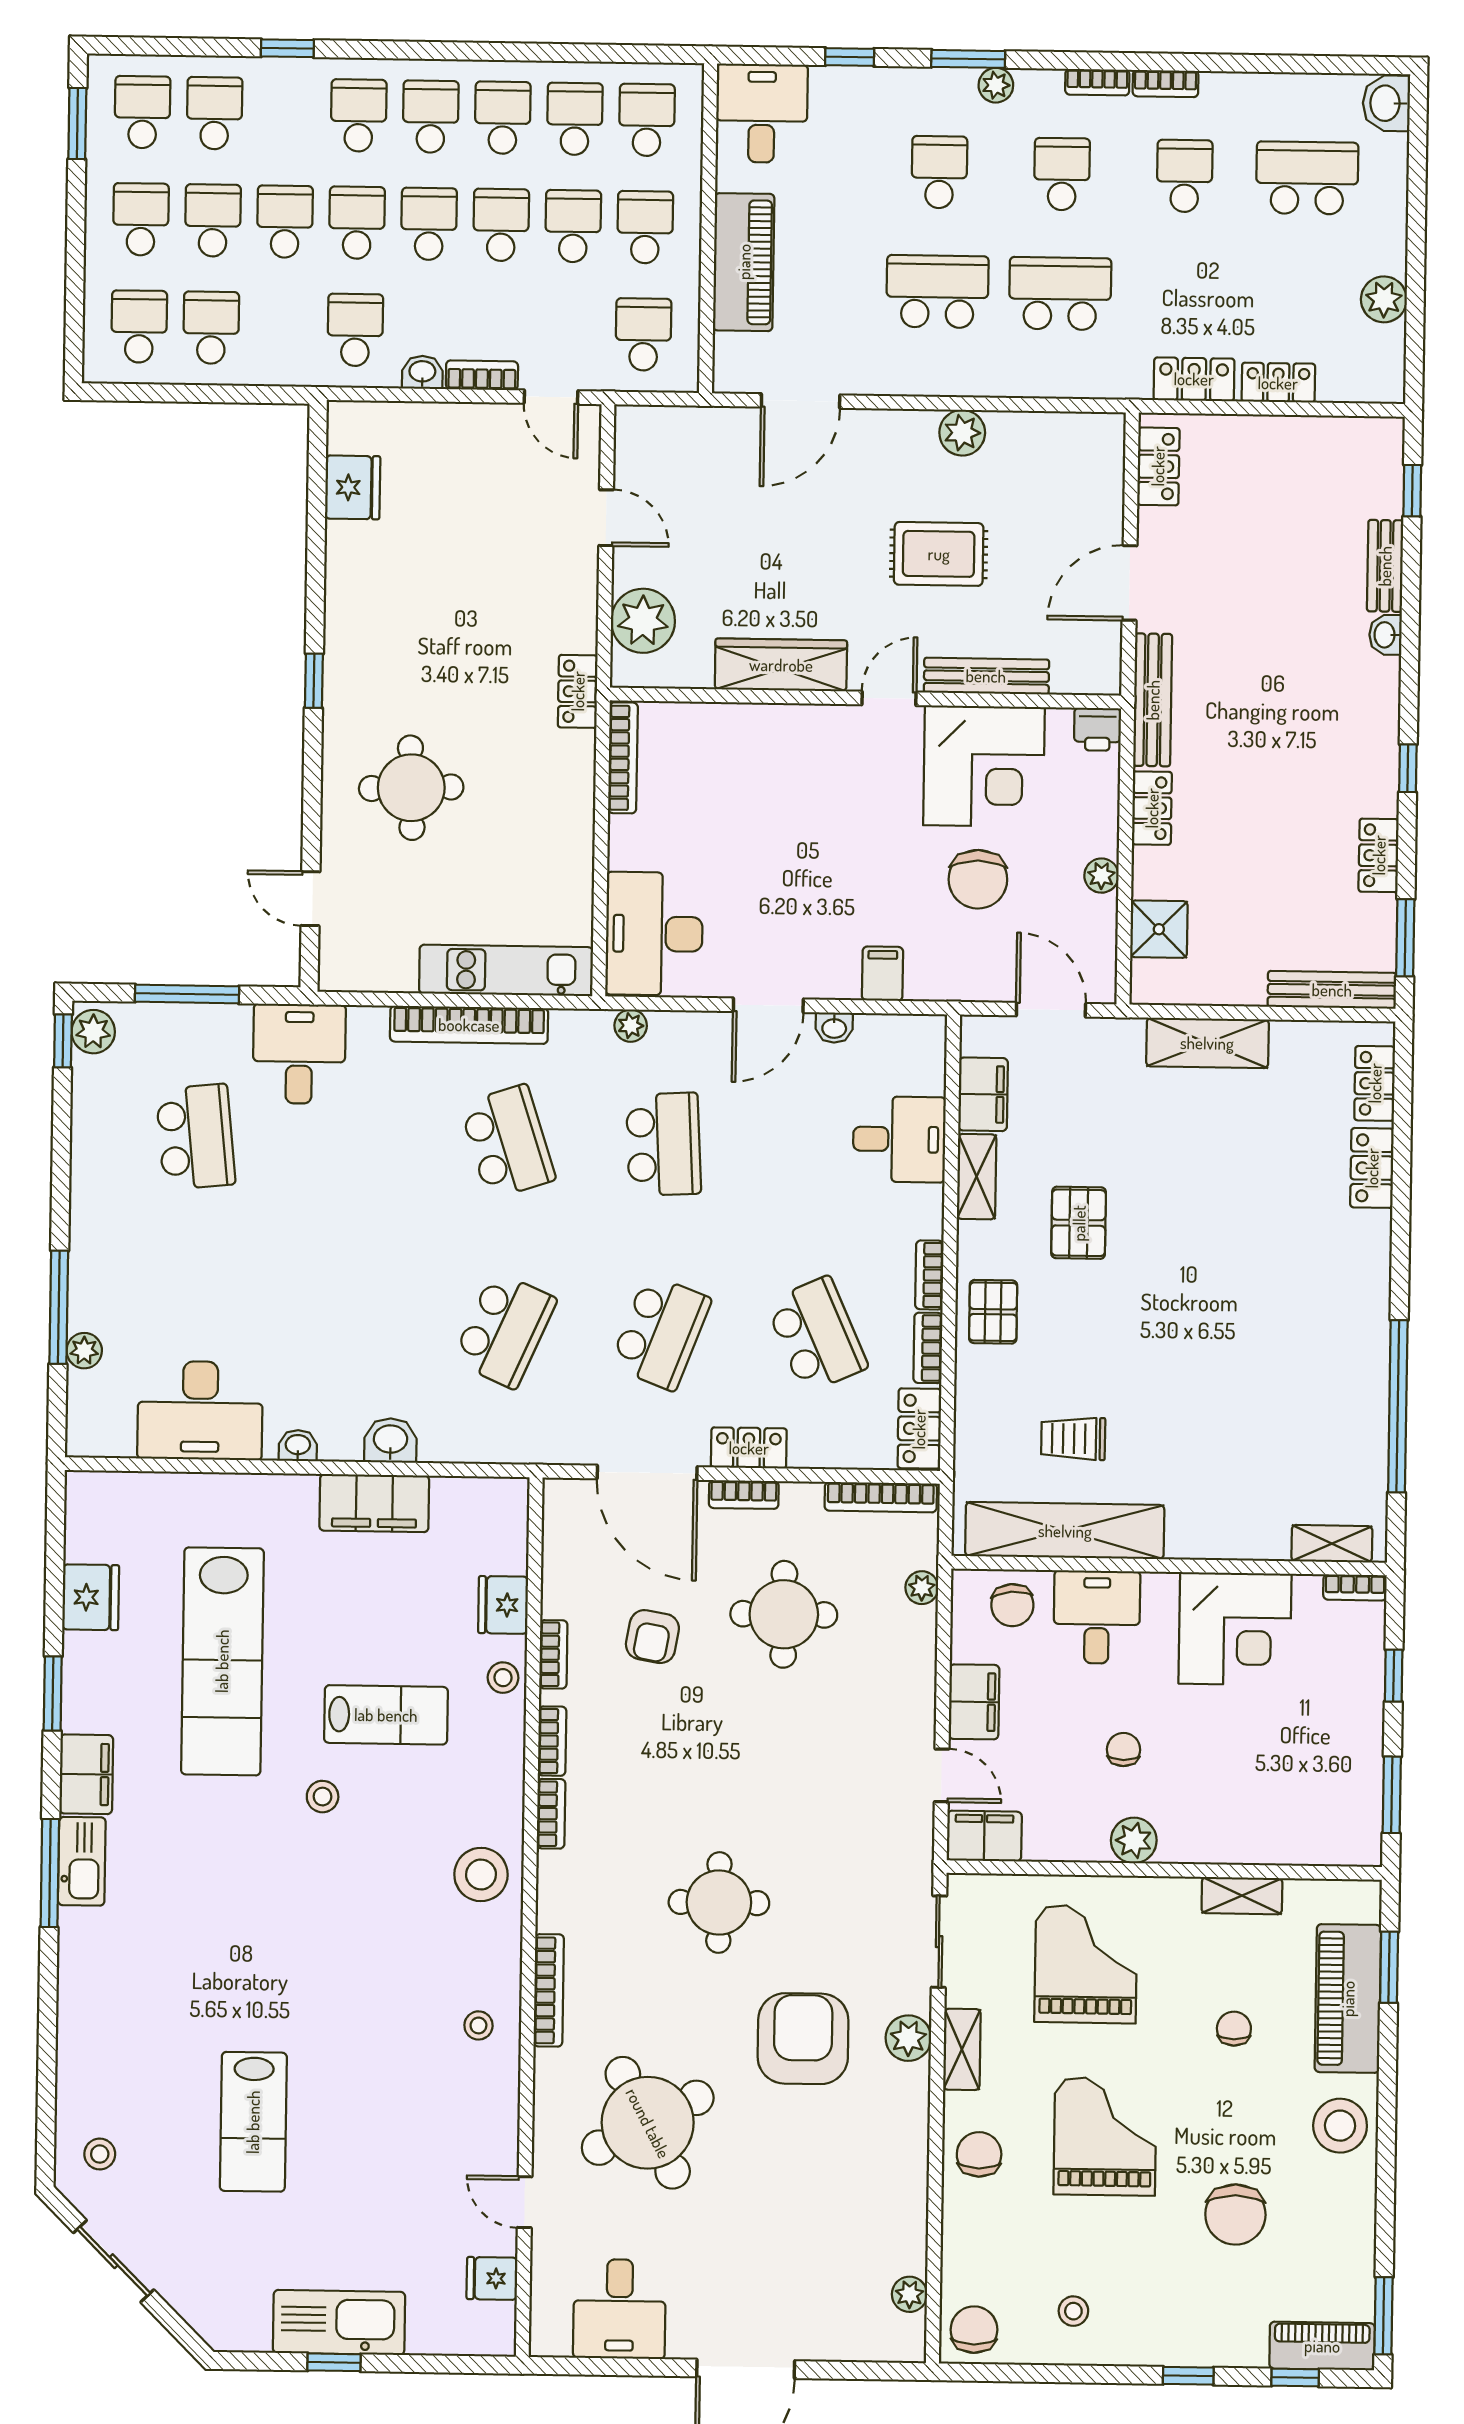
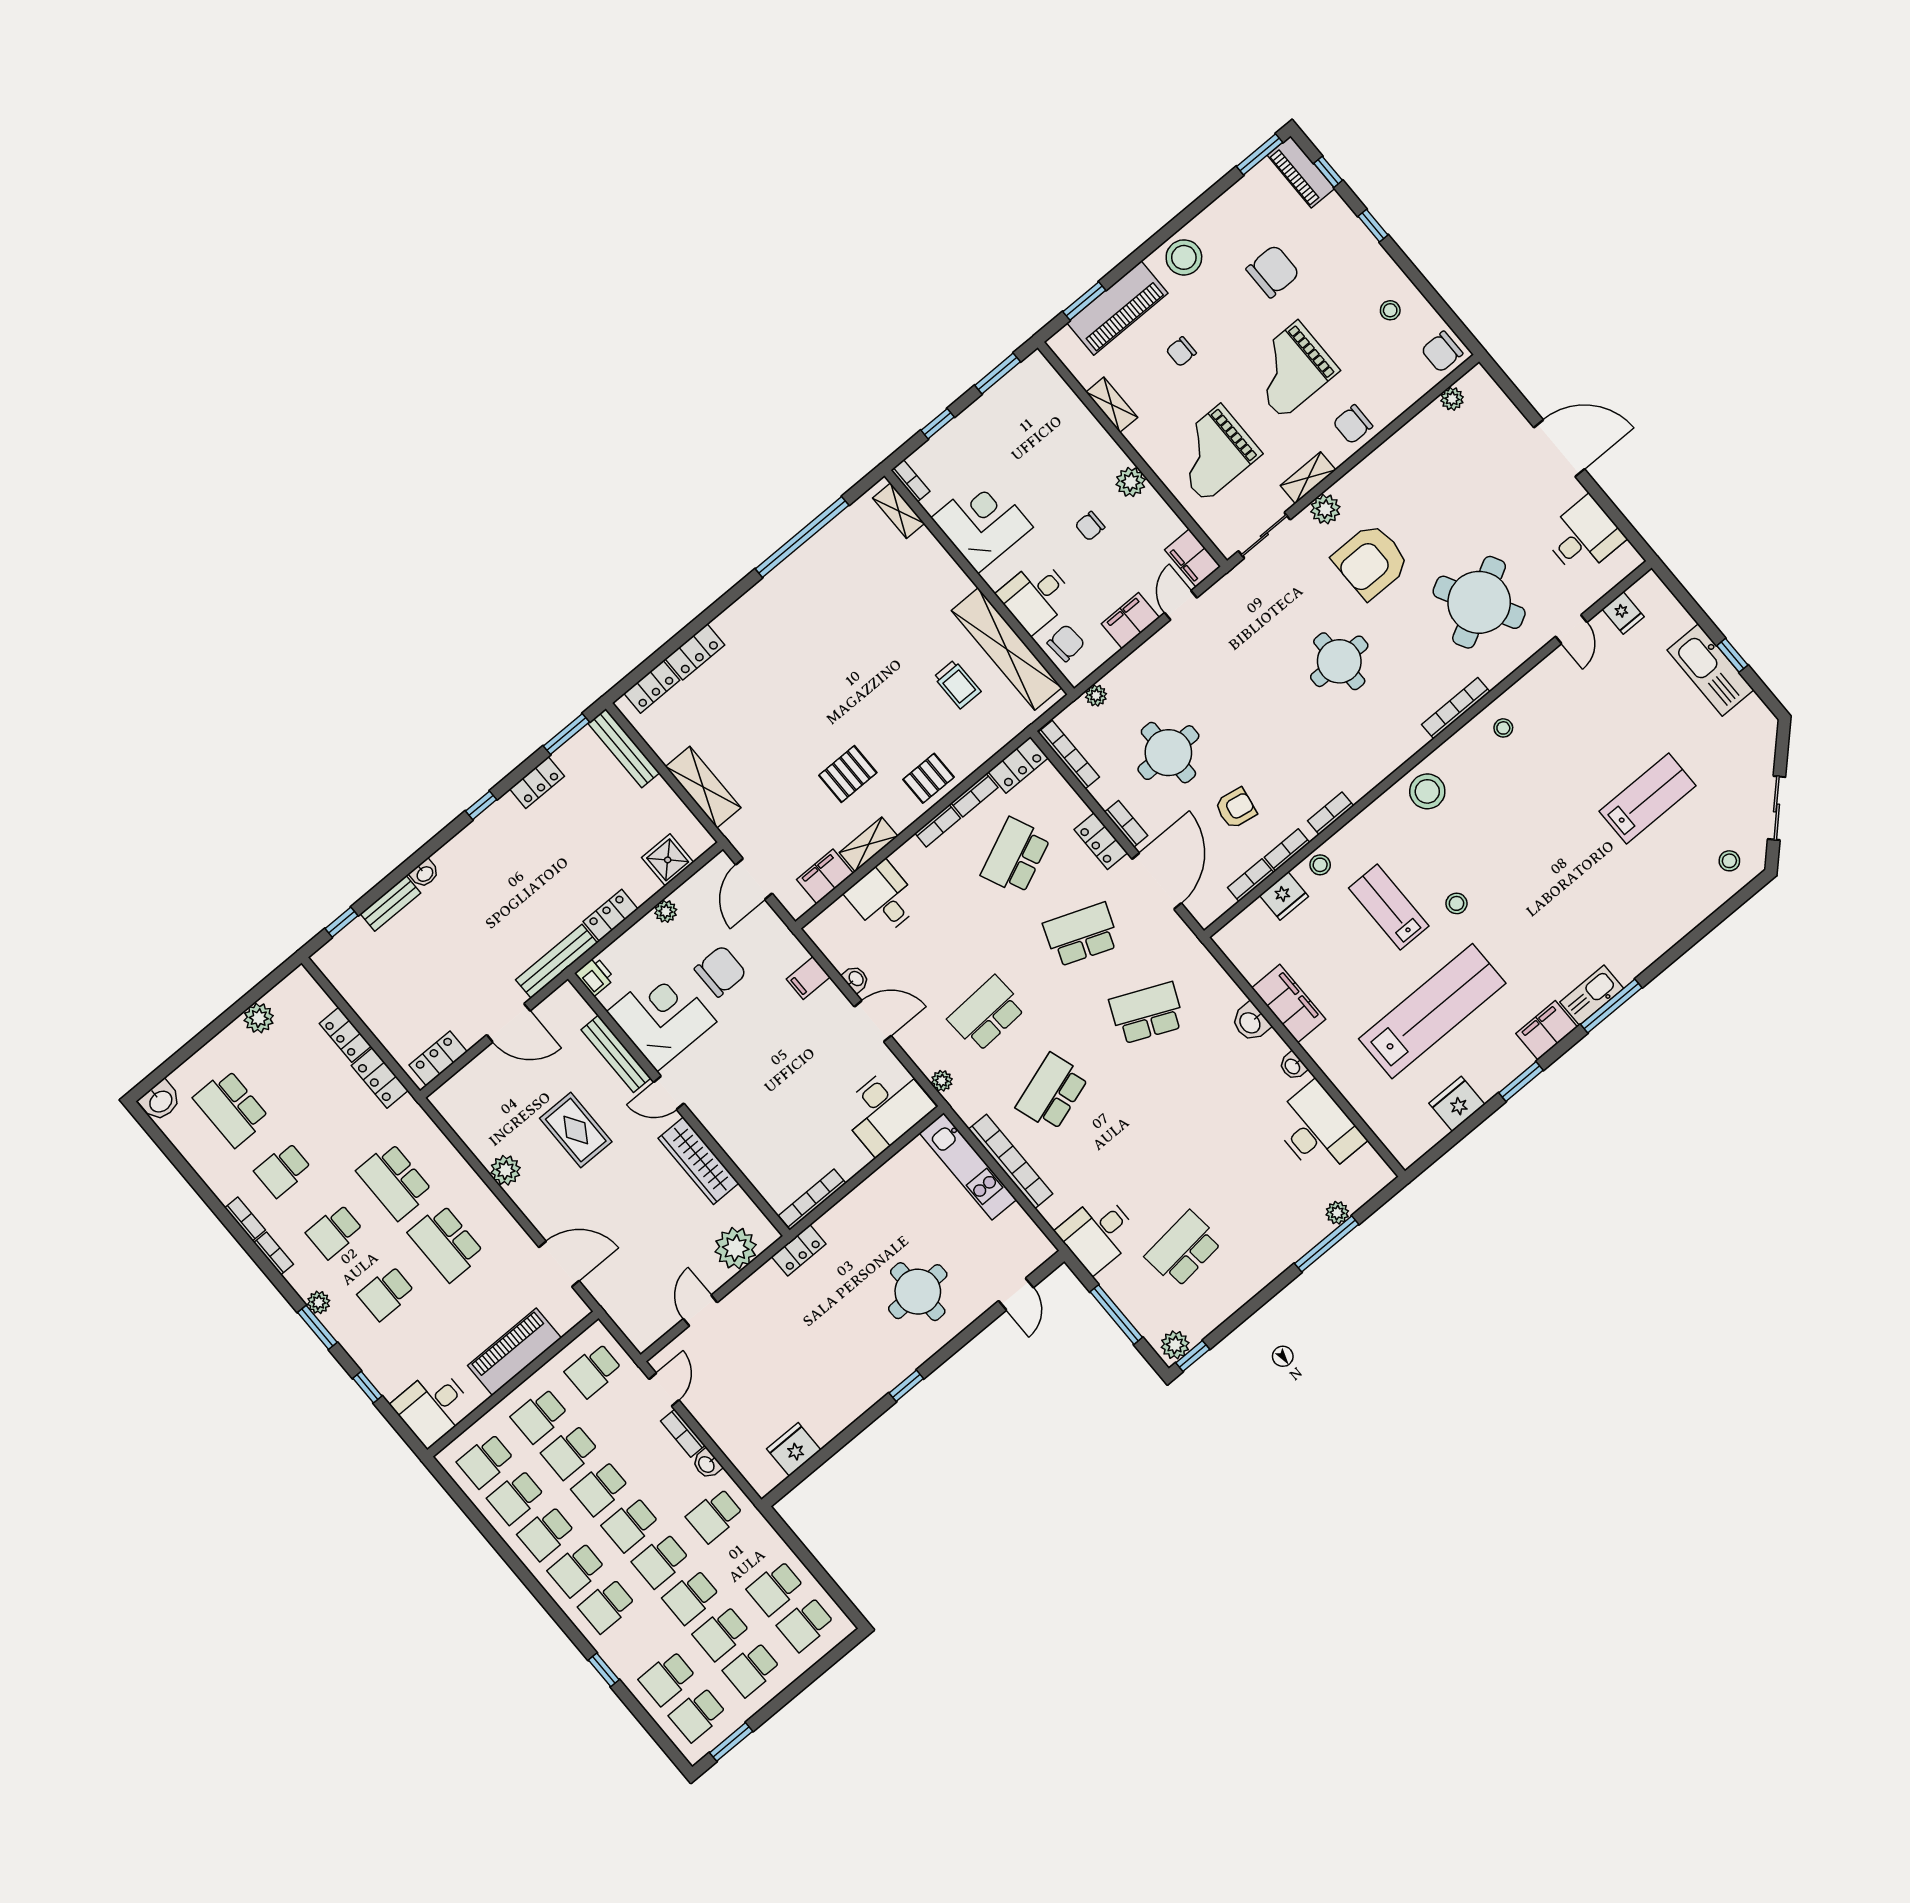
bookcase: (551, 1814) -> (1251, 880), moved

